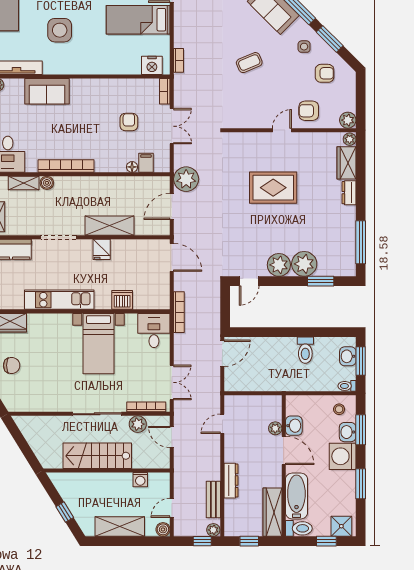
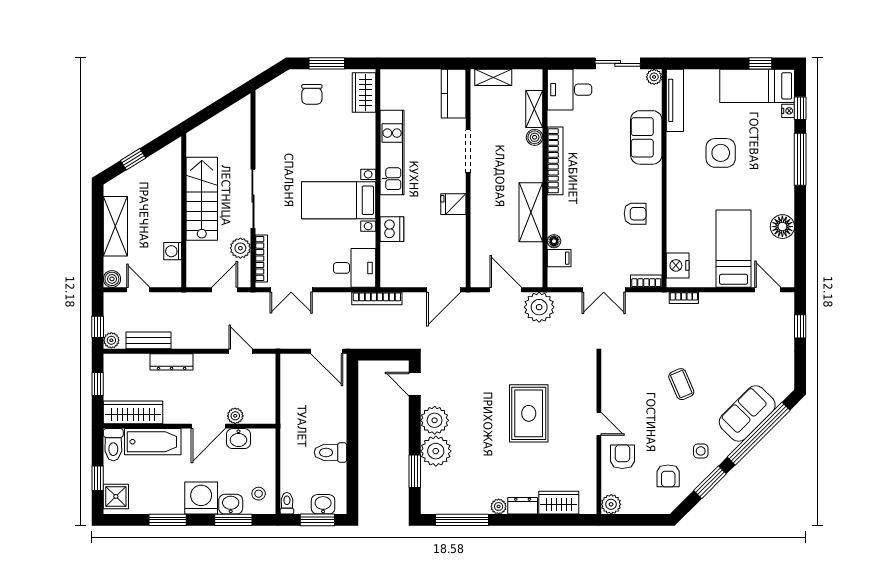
armchair: (129, 122) -> (635, 214), moved
plant: (350, 139) -> (499, 506), moved
shelving: (110, 226) -> (531, 212), moved

